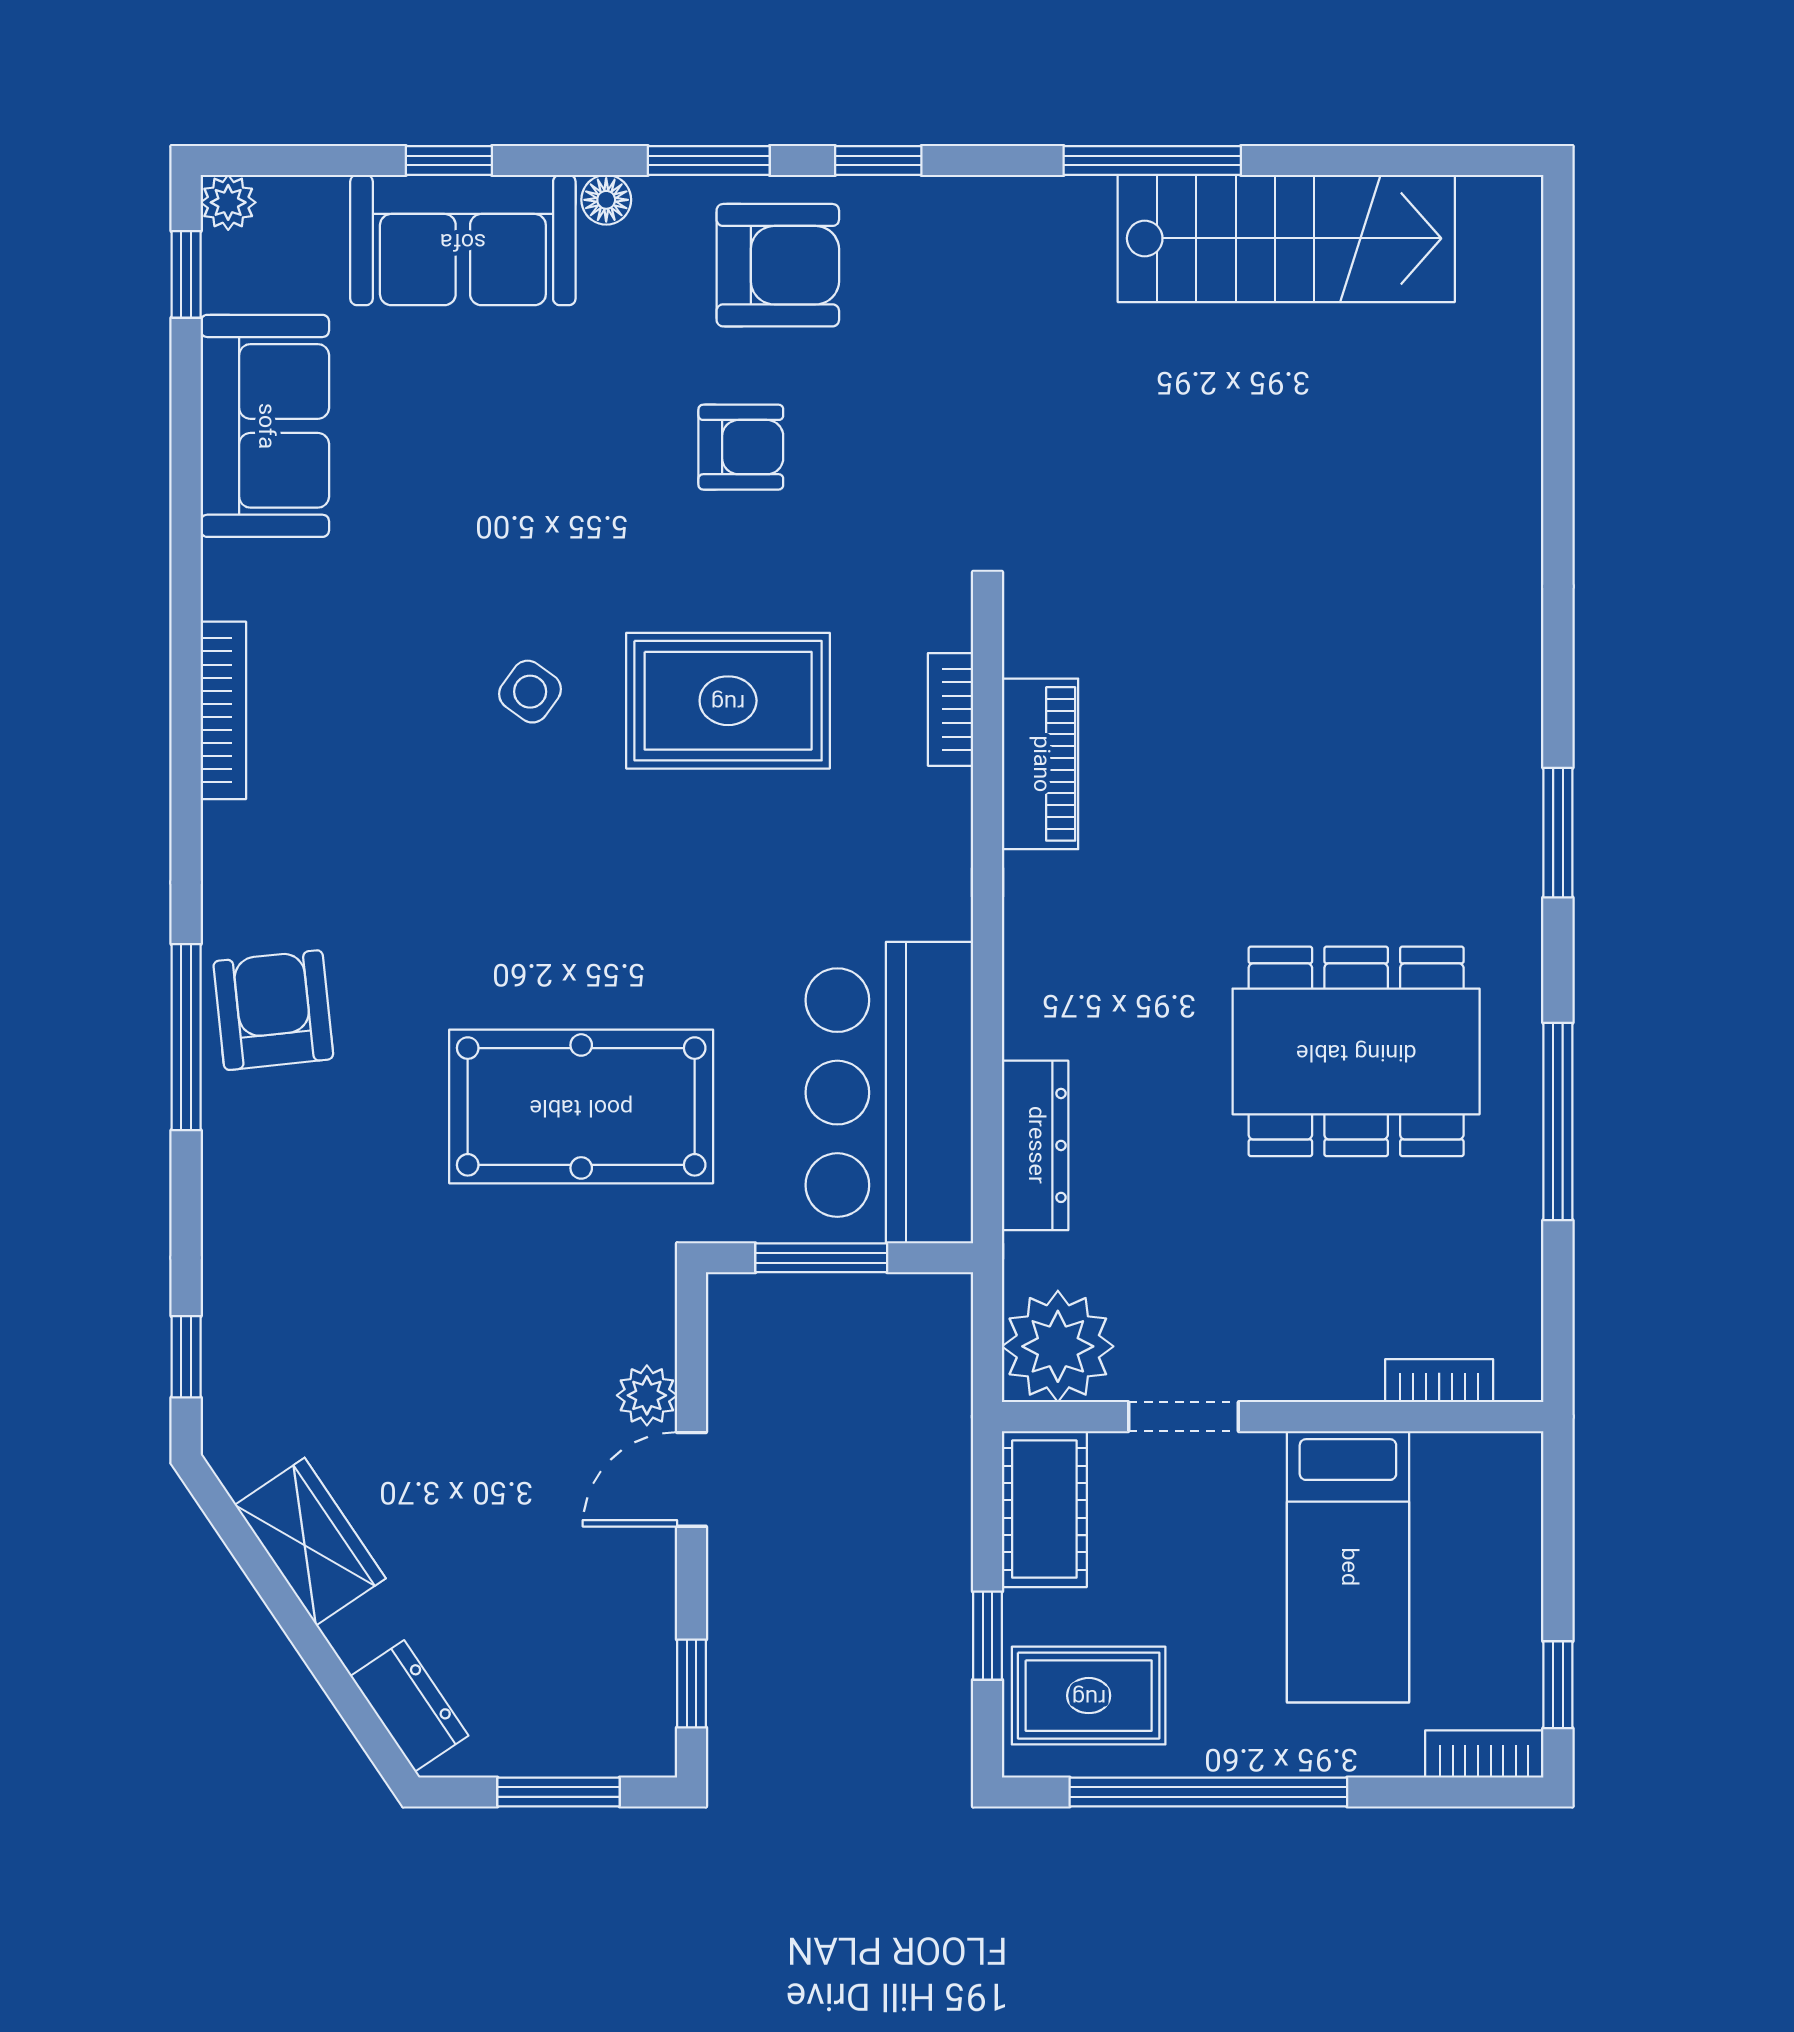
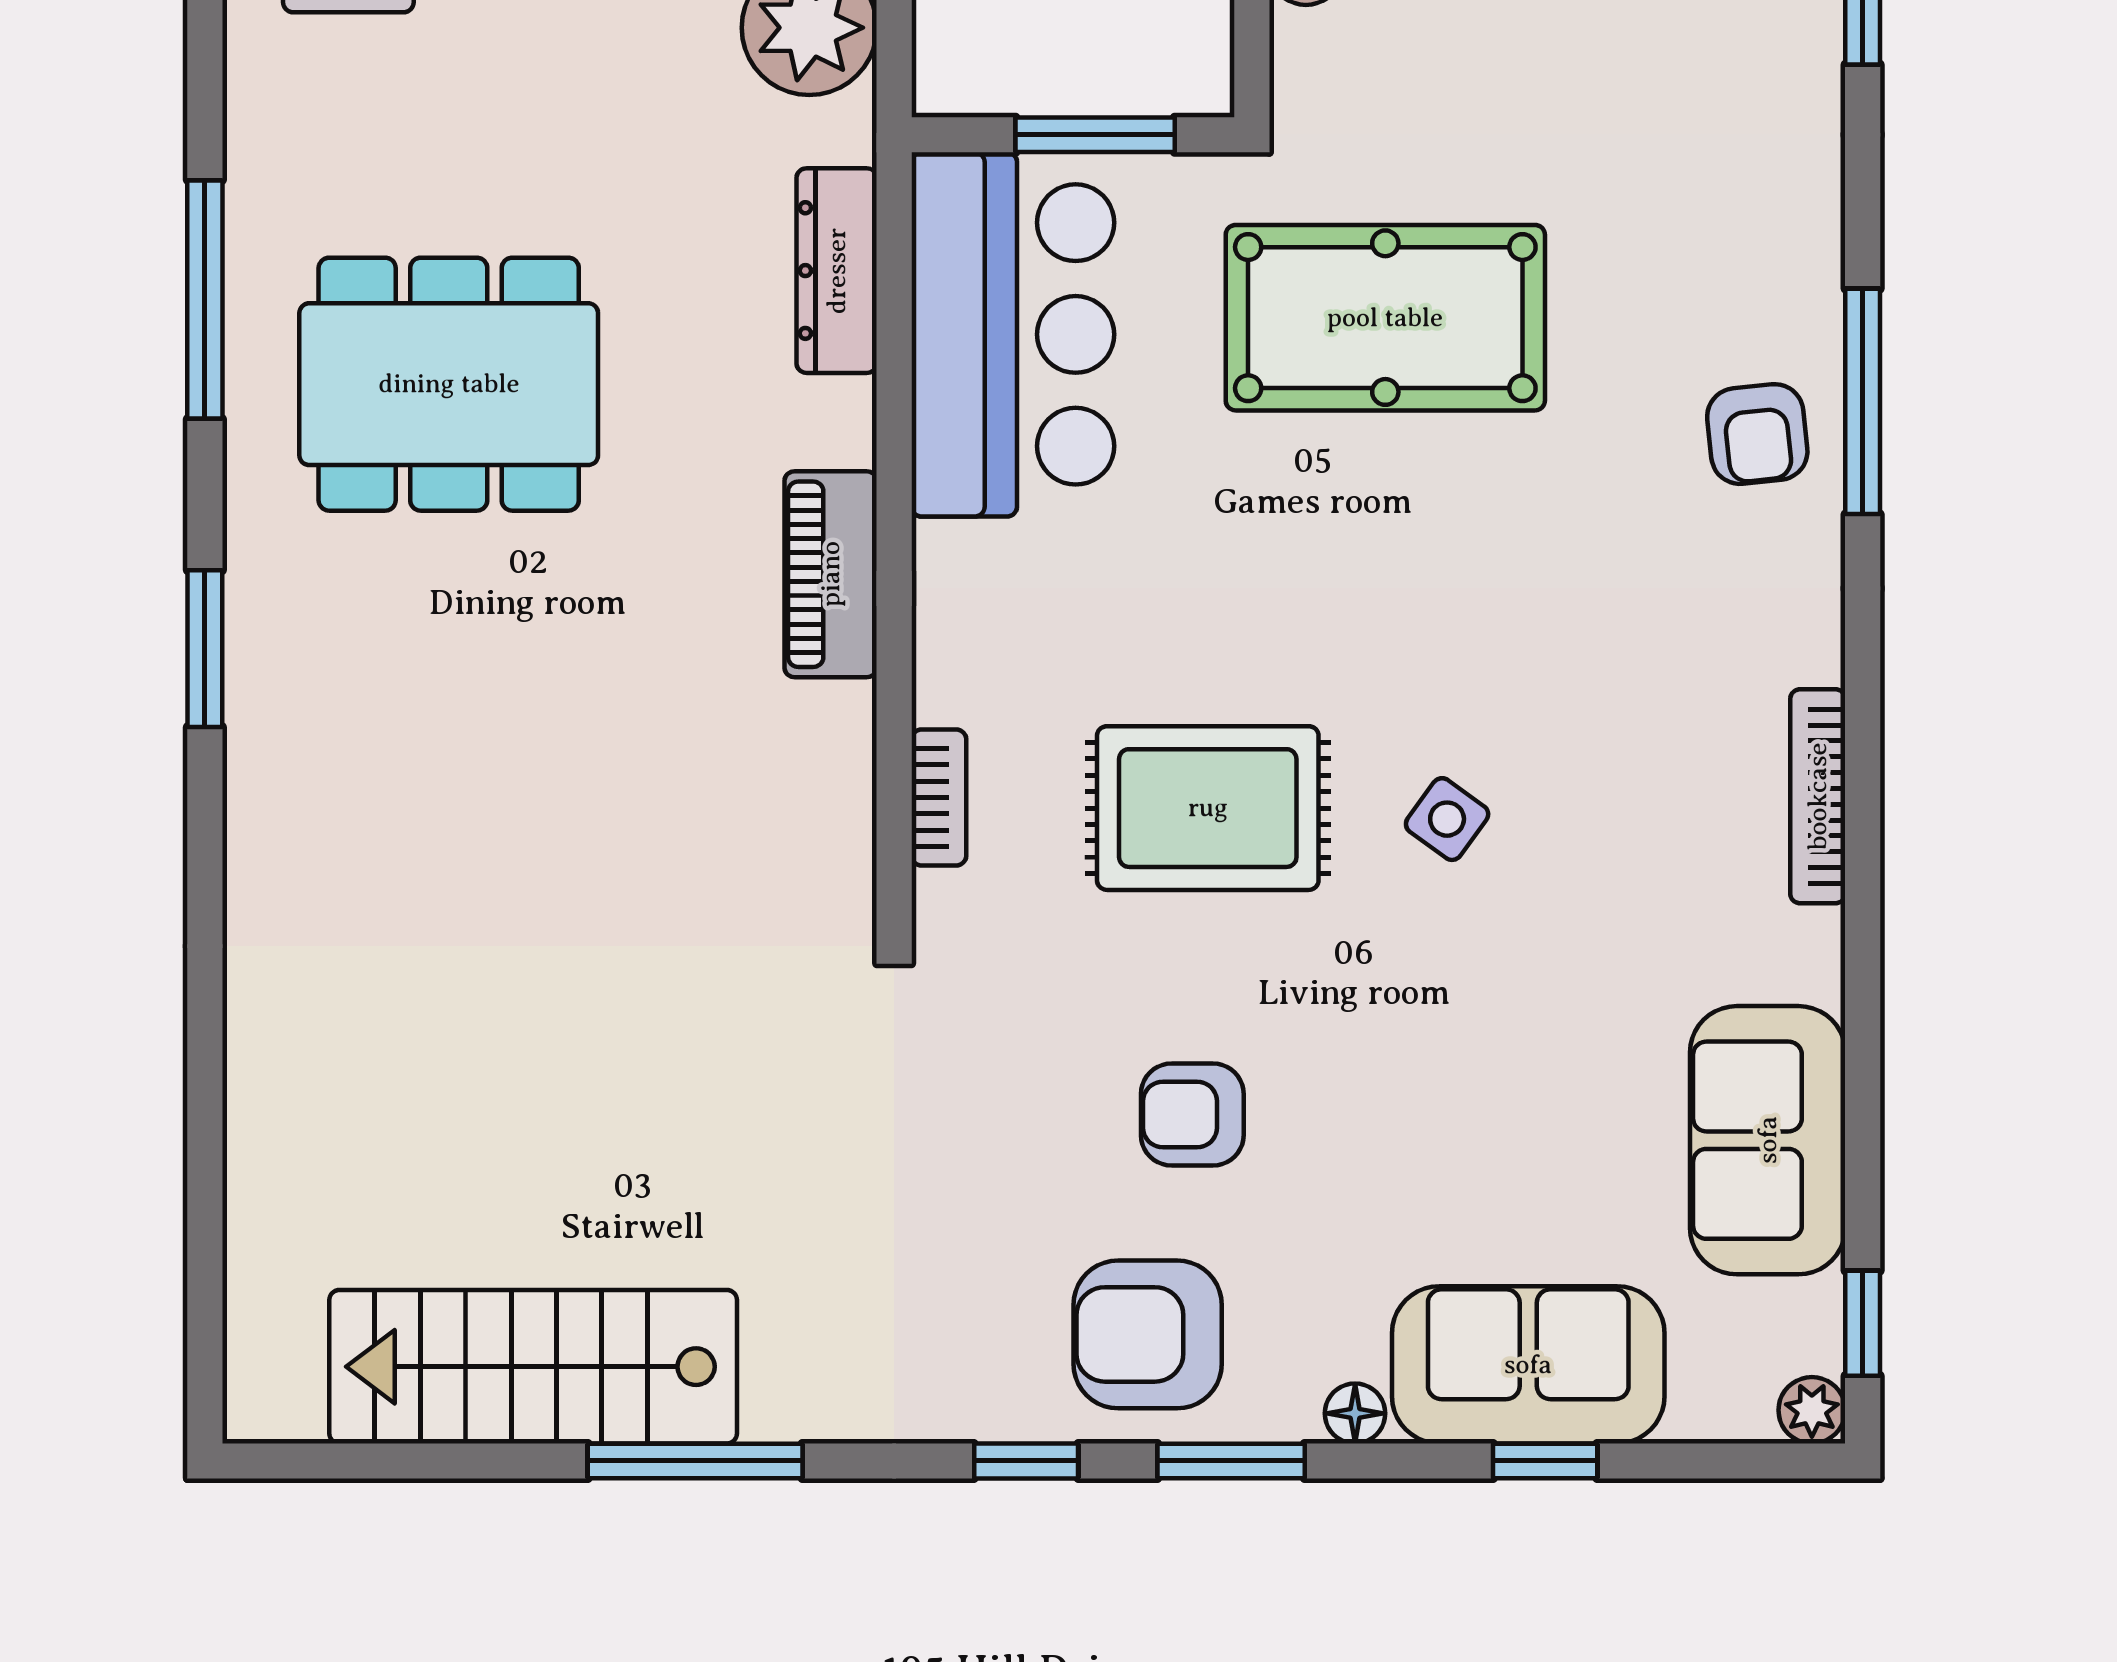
piano: (1040, 764) -> (831, 574), moved
armchair: (273, 1010) -> (1757, 434), width x0.72, depth x0.72

